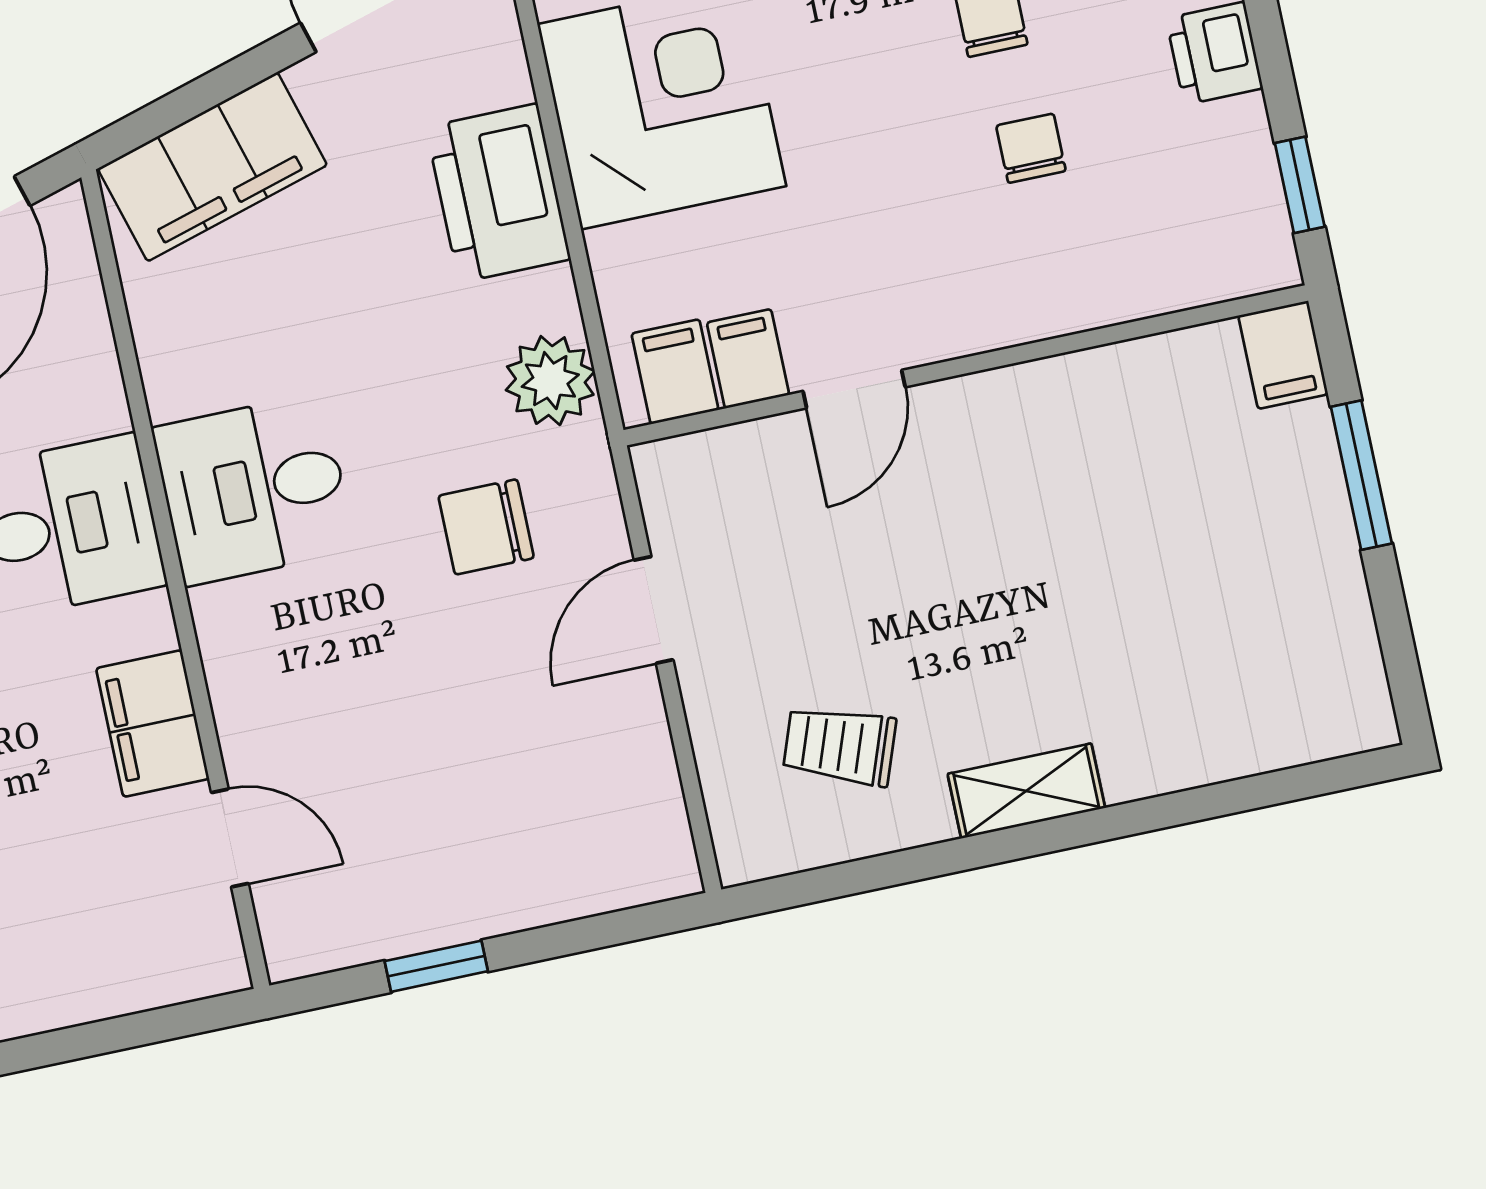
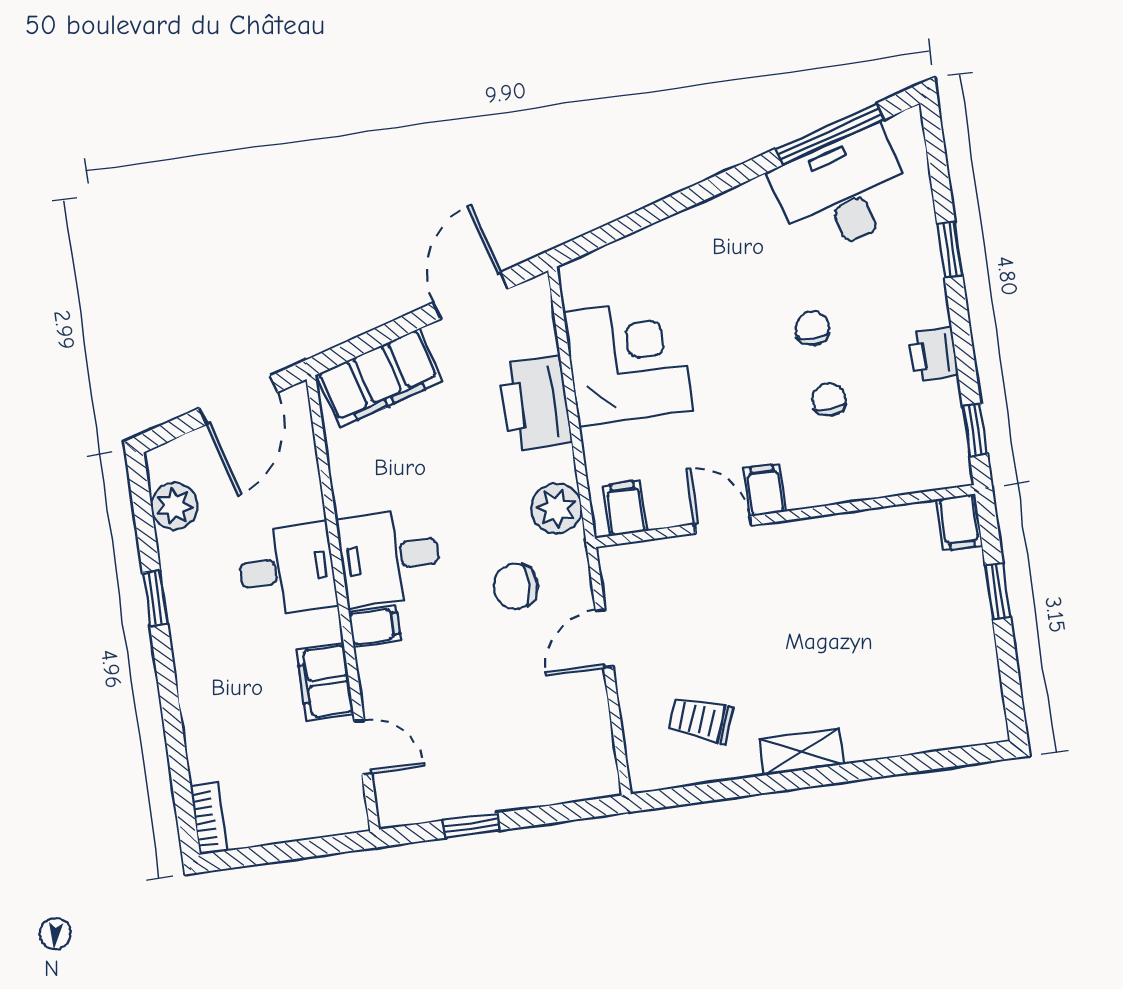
filing cabinet: (748, 359) -> (765, 490), moved
door: (854, 389) -> (723, 525), swing flipped
window: (1361, 475) -> (998, 591), width x0.67
filing cabinet: (235, 617) -> (375, 626), added

